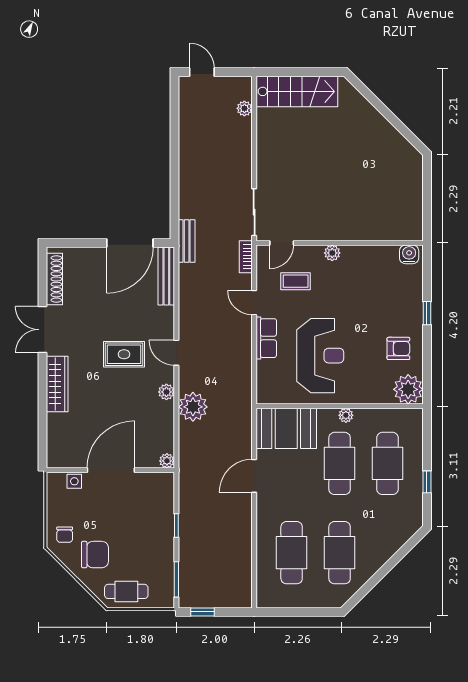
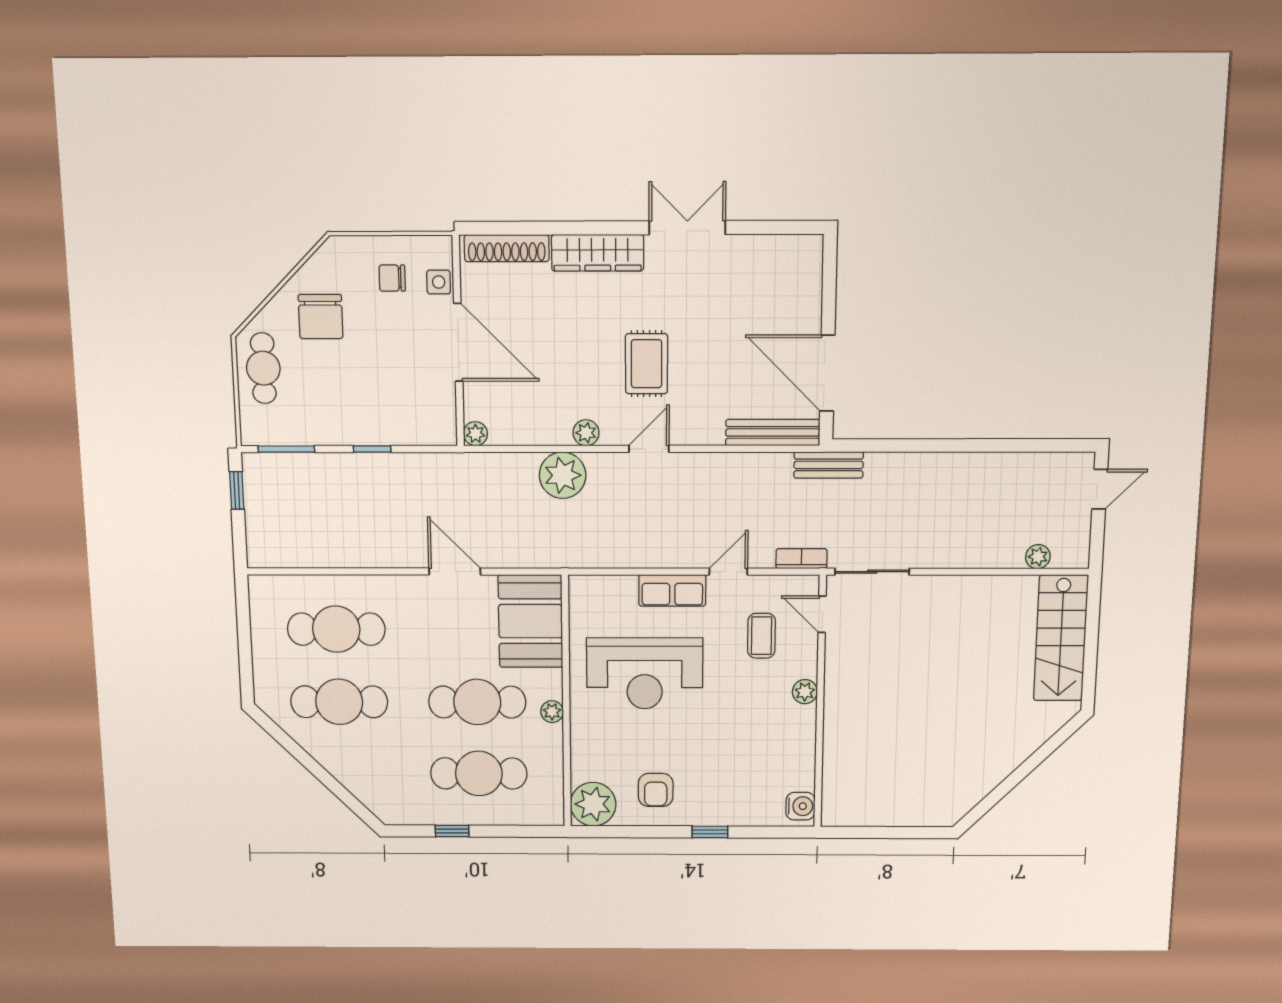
shoe rack: (54, 279) -> (507, 248), moved
chair: (65, 535) -> (392, 278), moved

